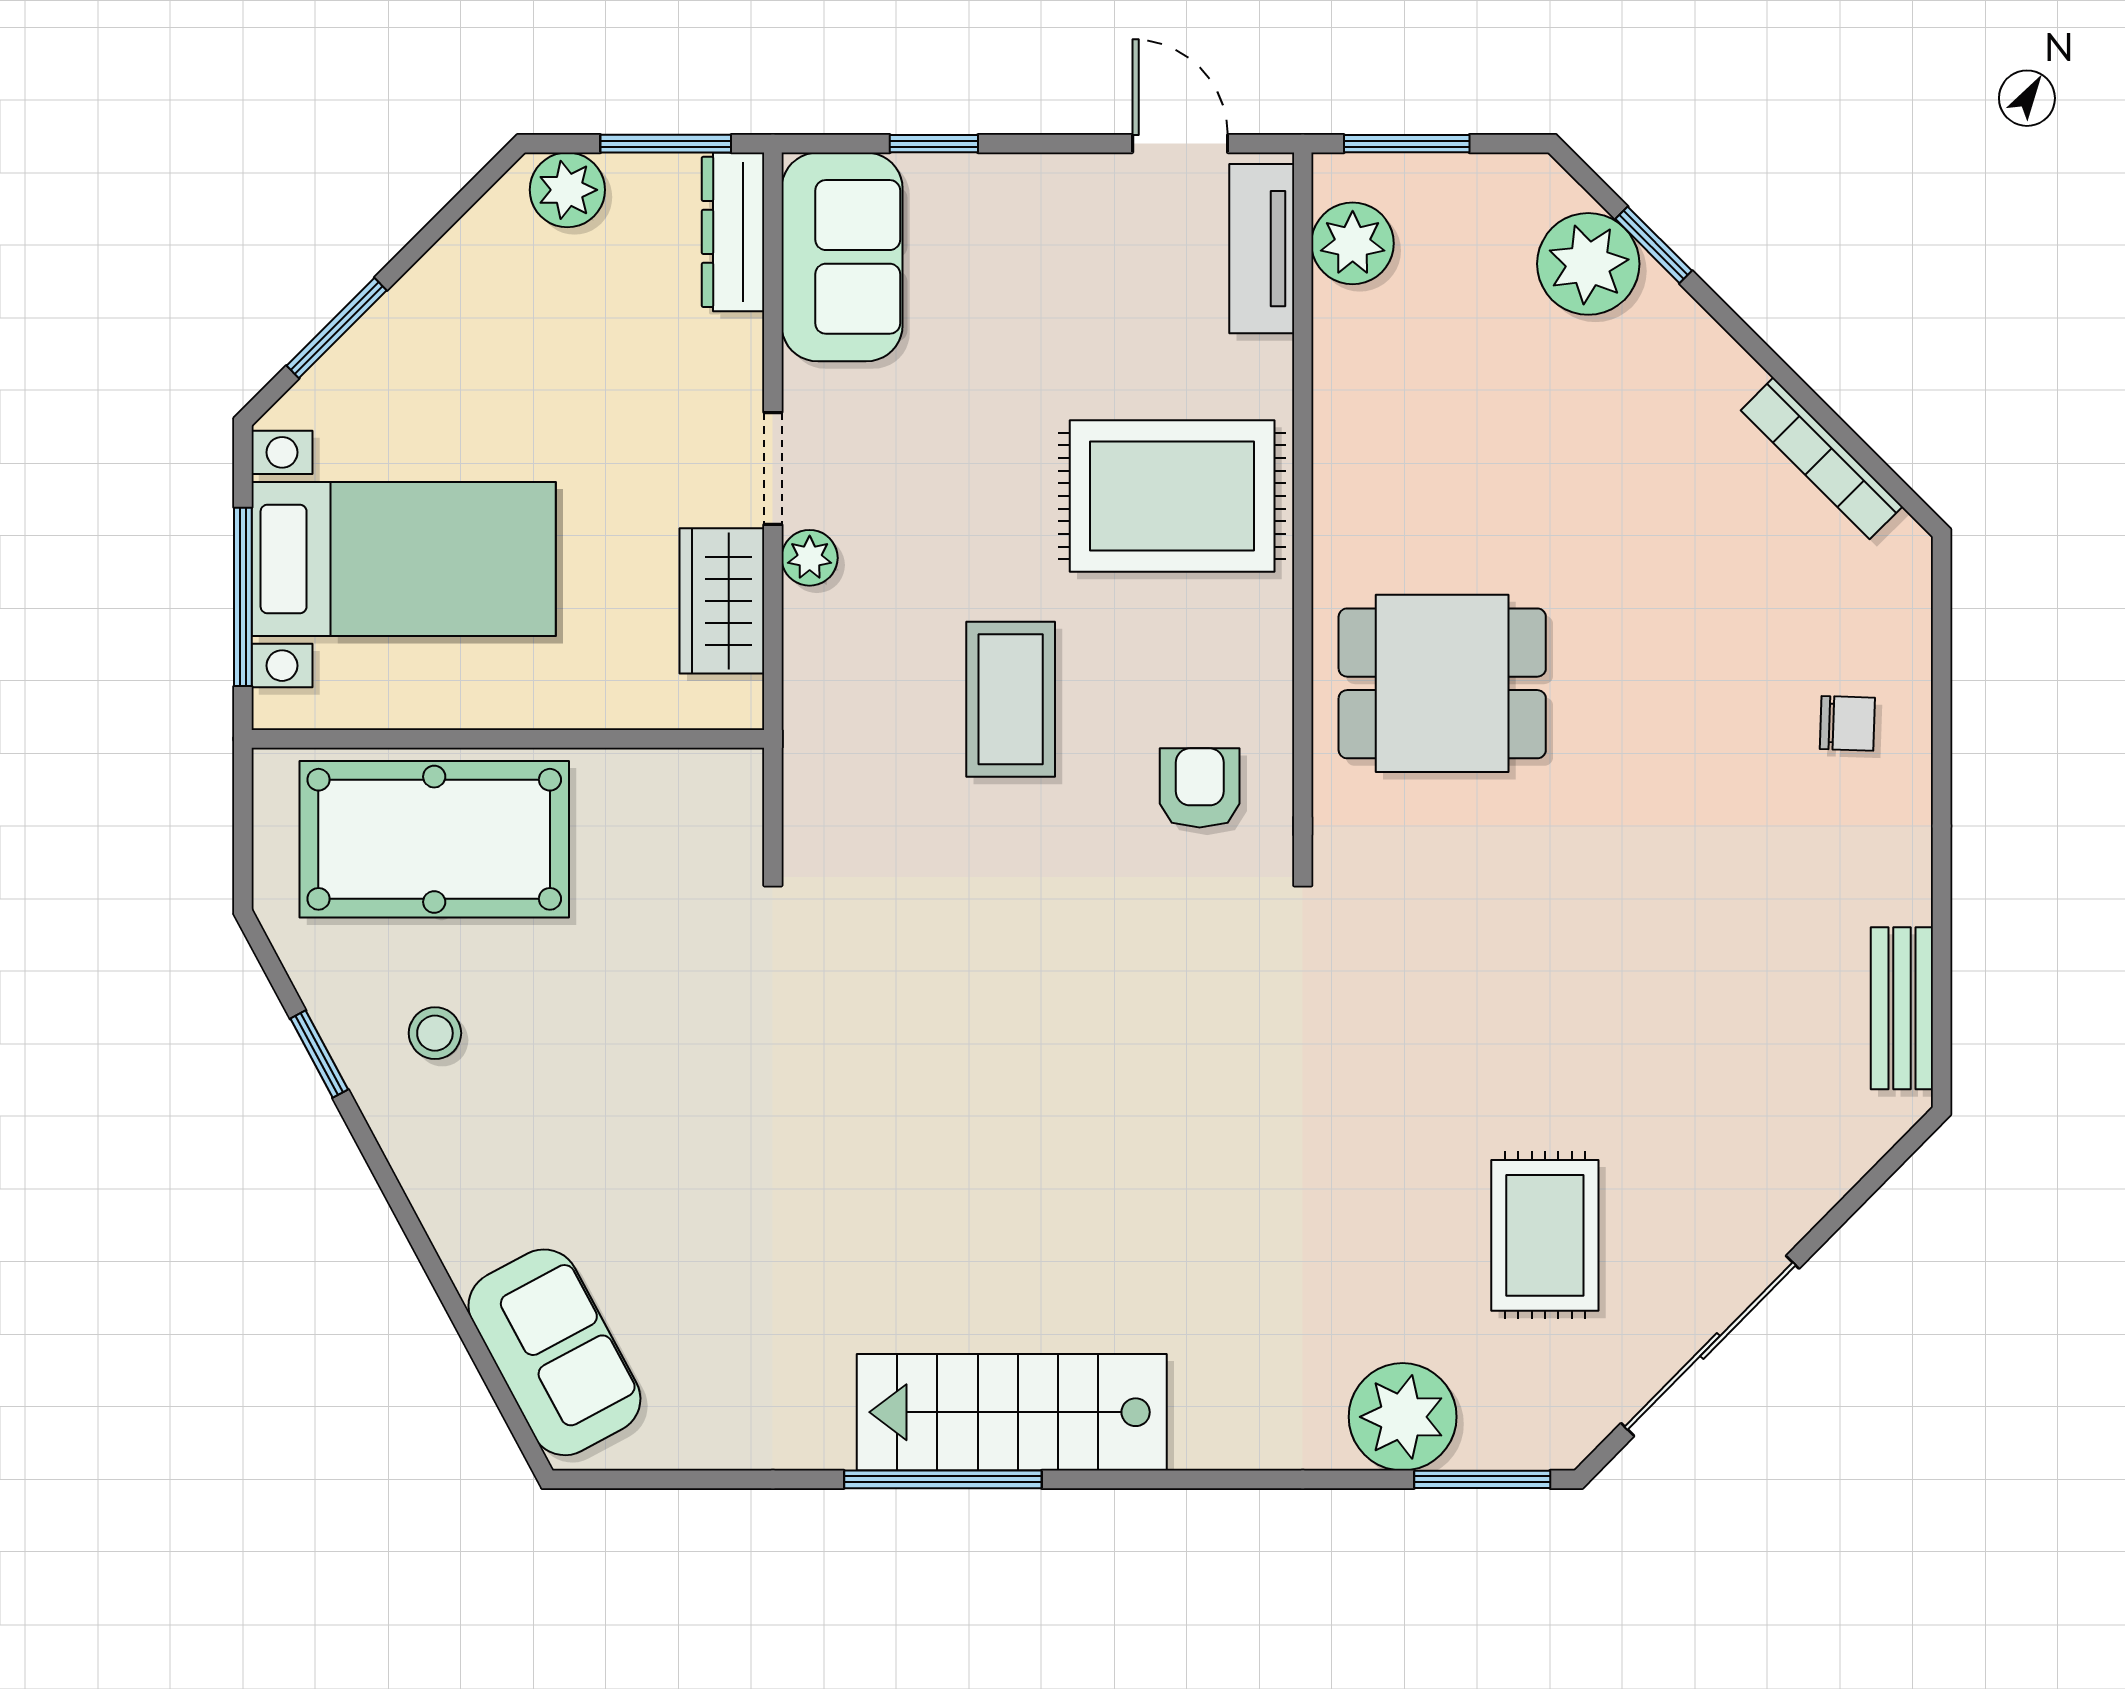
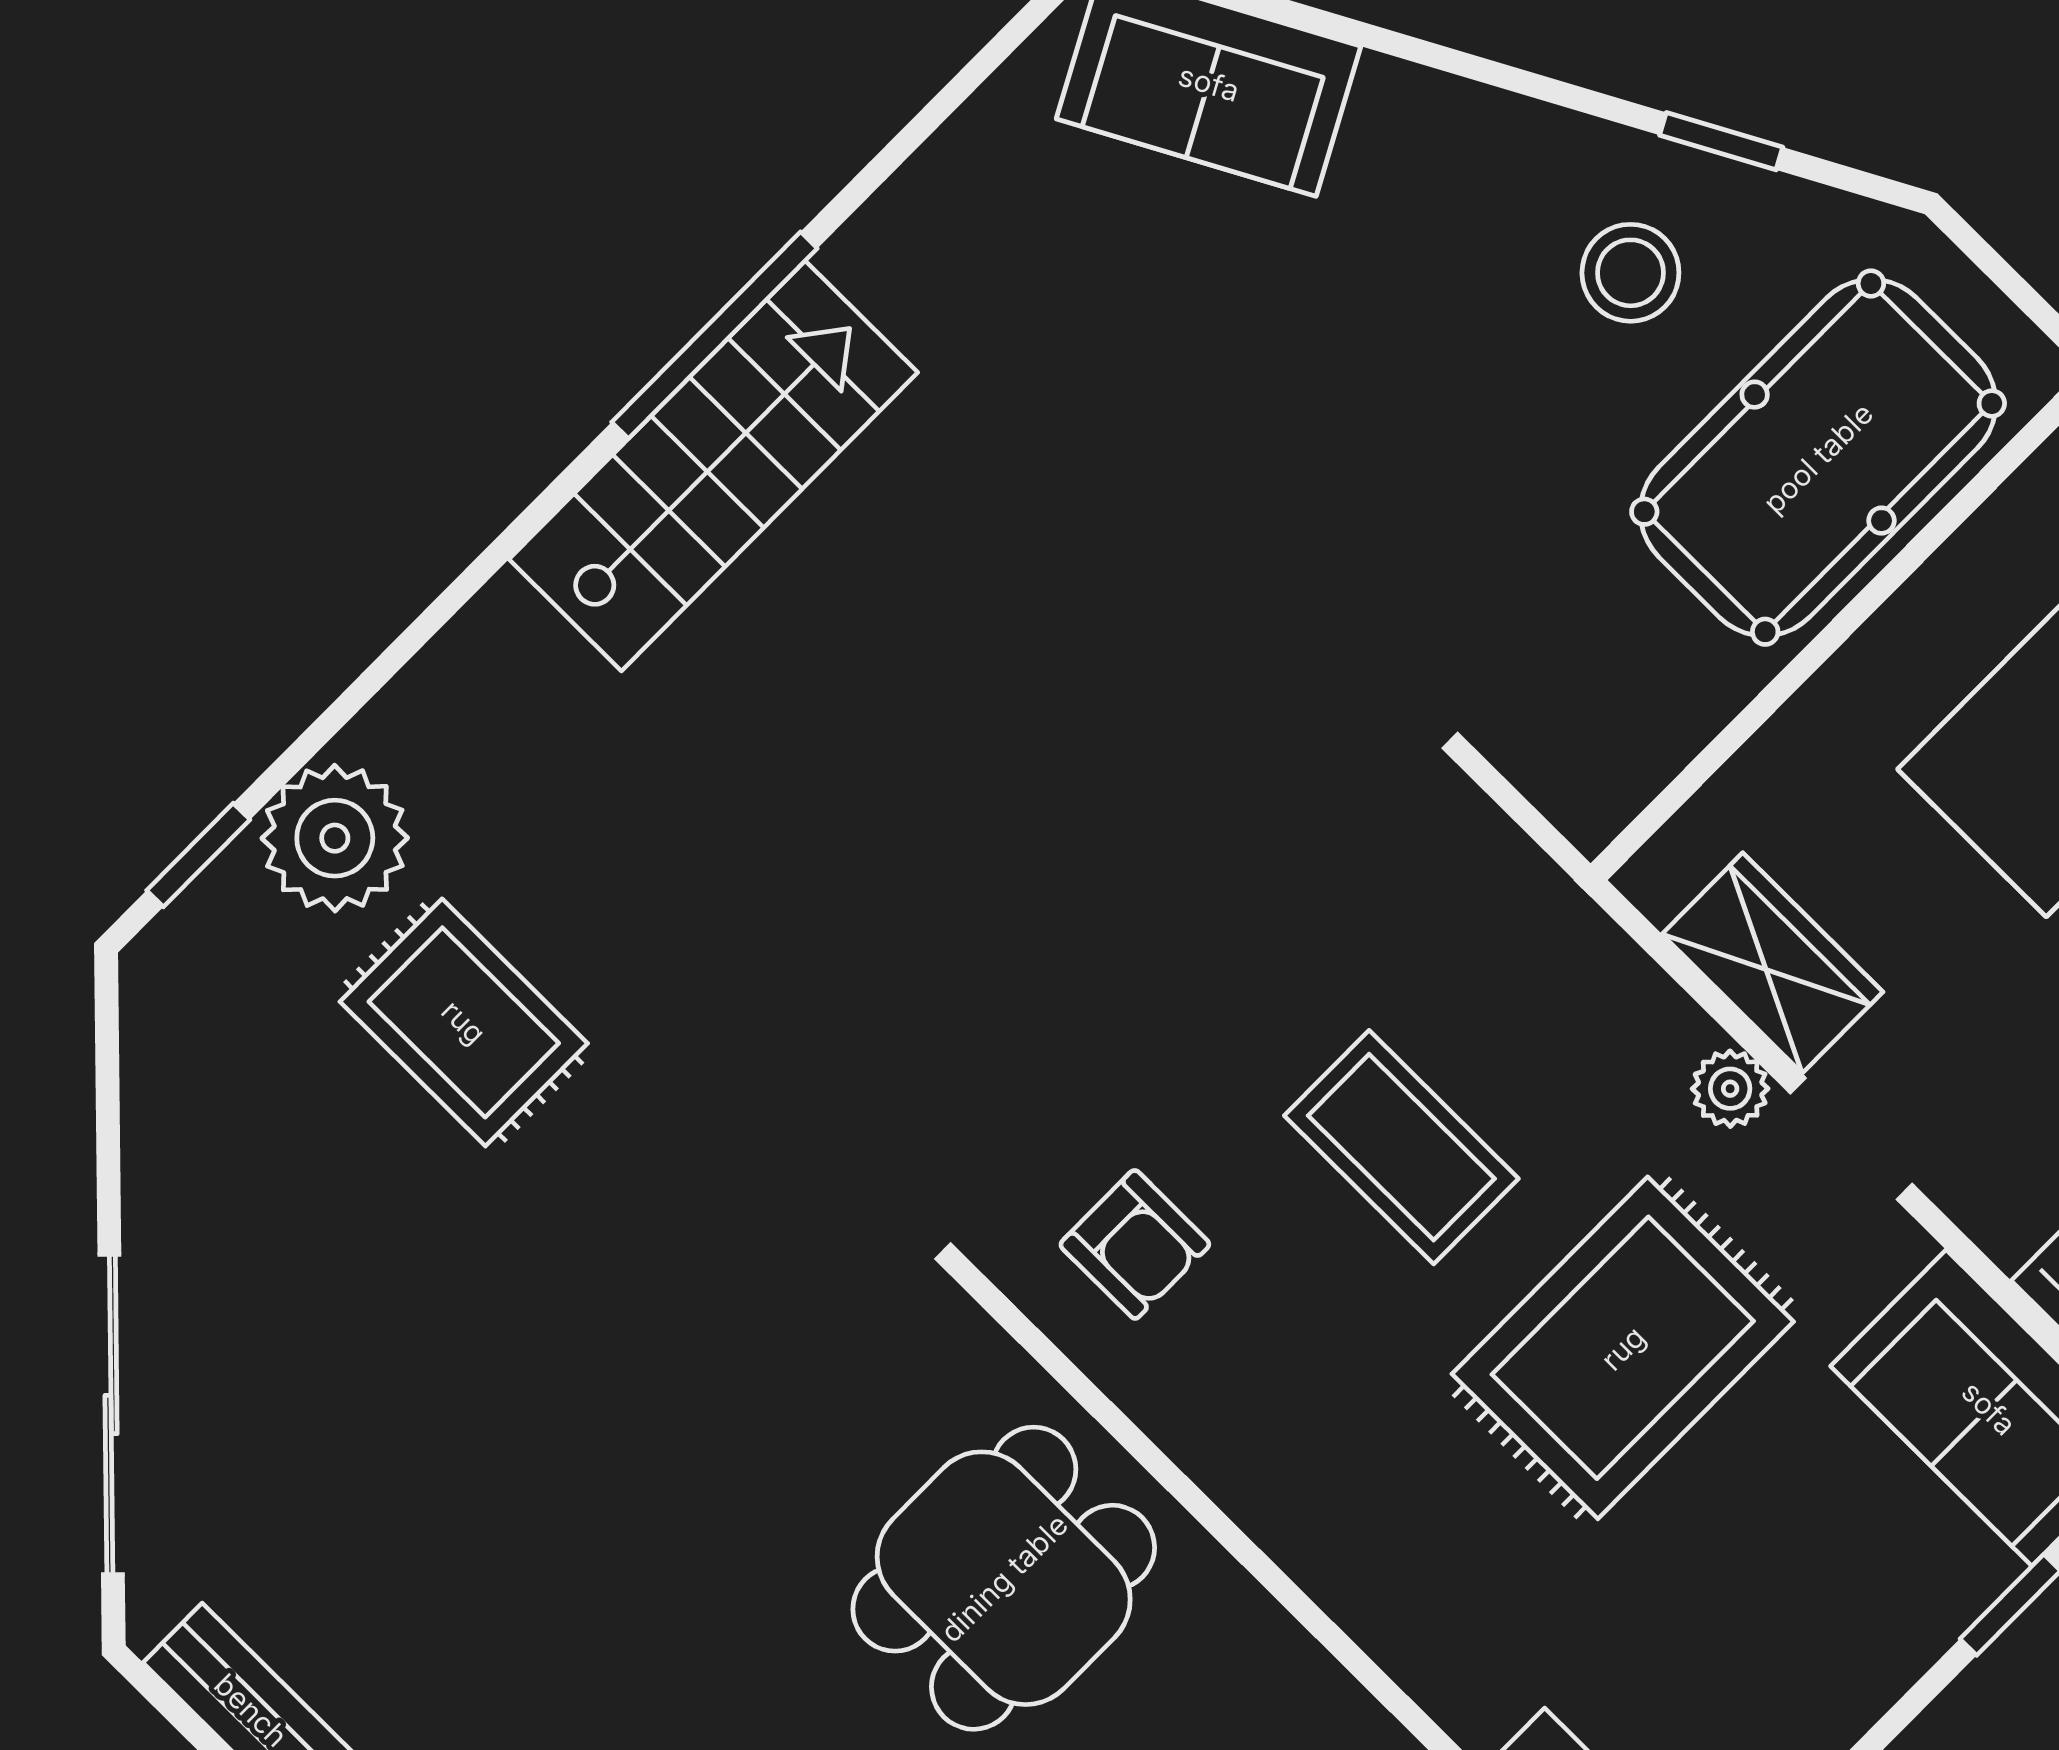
rug: (1172, 496) -> (1623, 1348), moved
stool: (435, 1033) -> (1630, 273), width x1.37, depth x1.37
rug: (1545, 1235) -> (464, 1022), moved
sliding door: (1710, 1346) -> (111, 1414), moved
window: (1482, 1479) -> (198, 855), width x0.67

